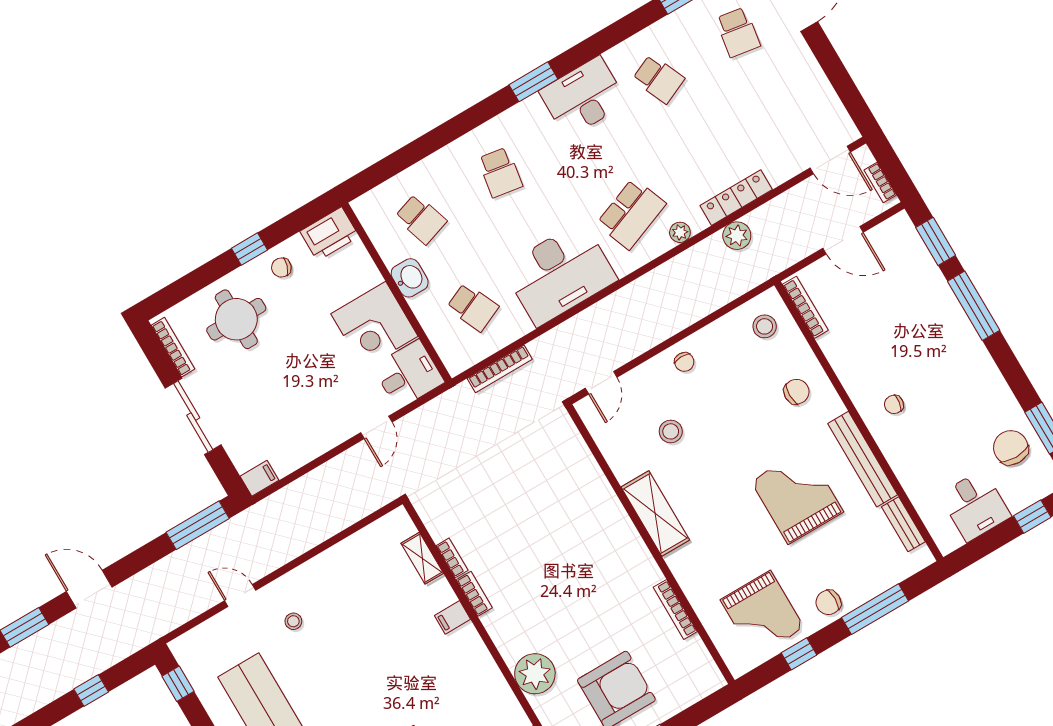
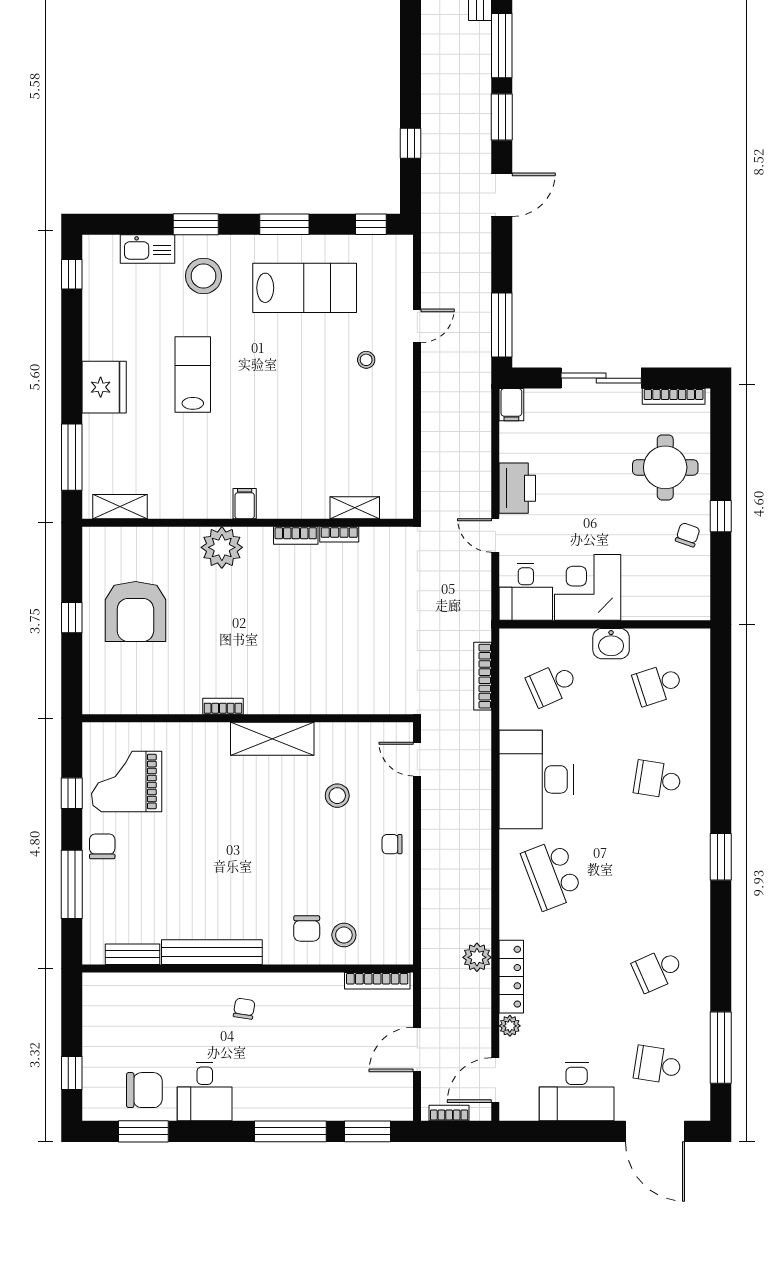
desk: (583, 97) -> (577, 1092), moved, turned 90
plant: (680, 232) -> (510, 1026), moved
printer: (330, 234) -> (517, 488), moved, turned 180
stool: (765, 326) -> (344, 935), moved
grand piano: (797, 496) -> (213, 874), removed
desk: (975, 506) -> (205, 1092), moved, turned -90
bookcase: (675, 609) -> (223, 706), moved, width x0.64
filing cabinet: (452, 617) -> (245, 504), moved
plant: (535, 674) -> (222, 547), moved

